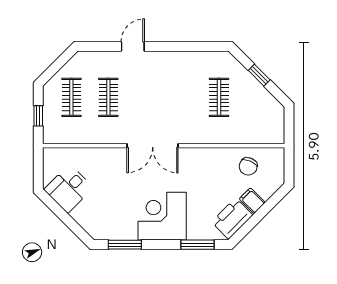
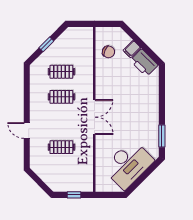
clothes rail: (71, 97) -> (61, 97), moved
desk: (69, 189) -> (128, 164), width x1.87, depth x1.30
corner desk: (162, 216) -> (142, 111), removed
window: (197, 245) -> (162, 86), removed

